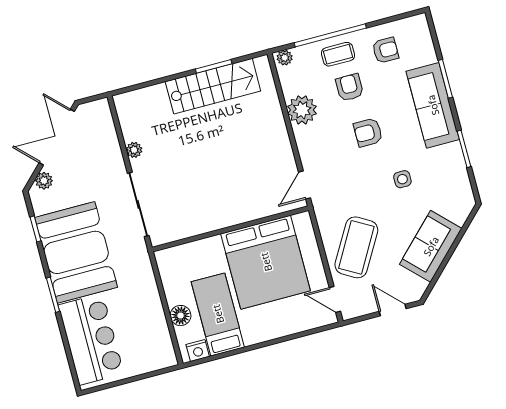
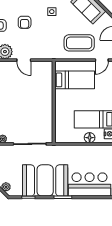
door: (304, 185) -> (24, 60), moved
coffee table: (356, 247) -> (79, 43), turned -30
bed: (266, 262) -> (75, 80), width x0.49

